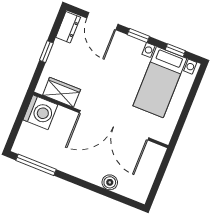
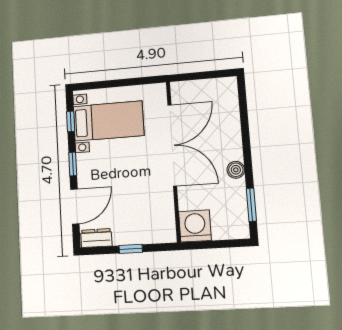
wardrobe: (62, 92) -> (164, 214), removed
window: (36, 165) -> (251, 205), width x0.69
boiler: (110, 182) -> (236, 170), moved

